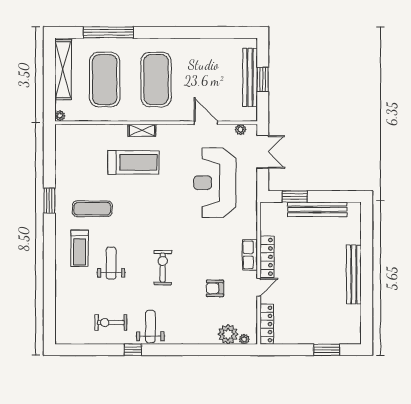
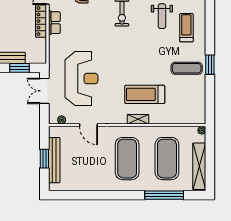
double door: (263, 152) -> (44, 91), moved
exercise mat: (92, 209) -> (187, 68), moved

